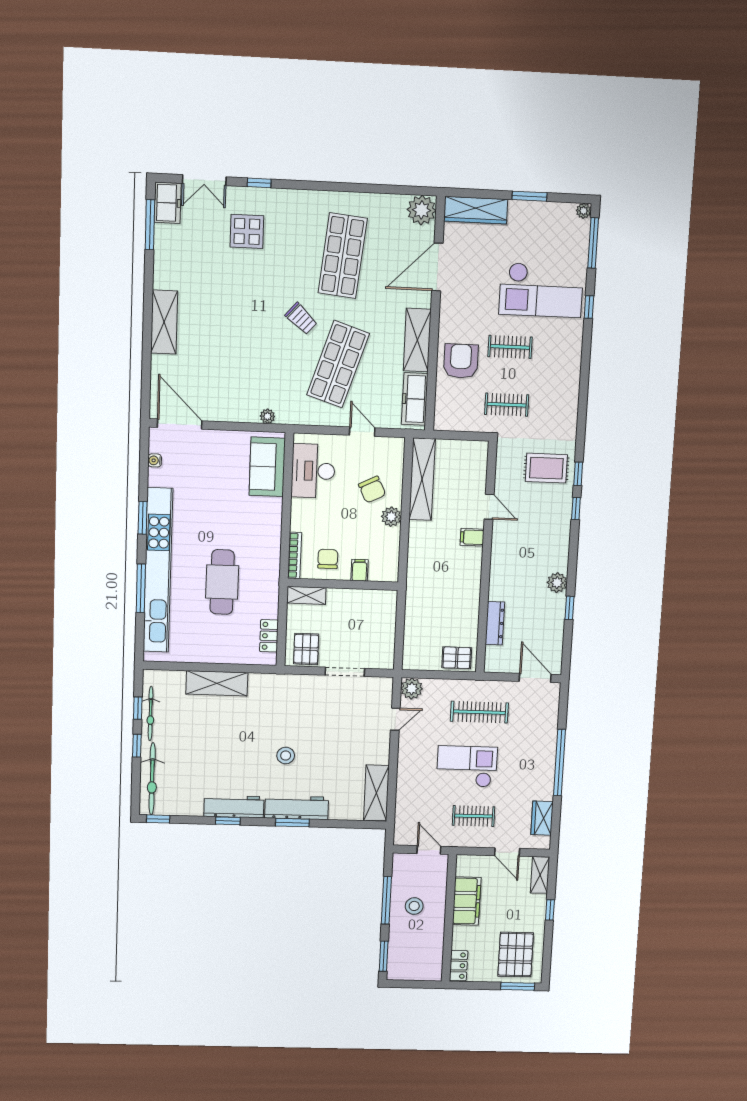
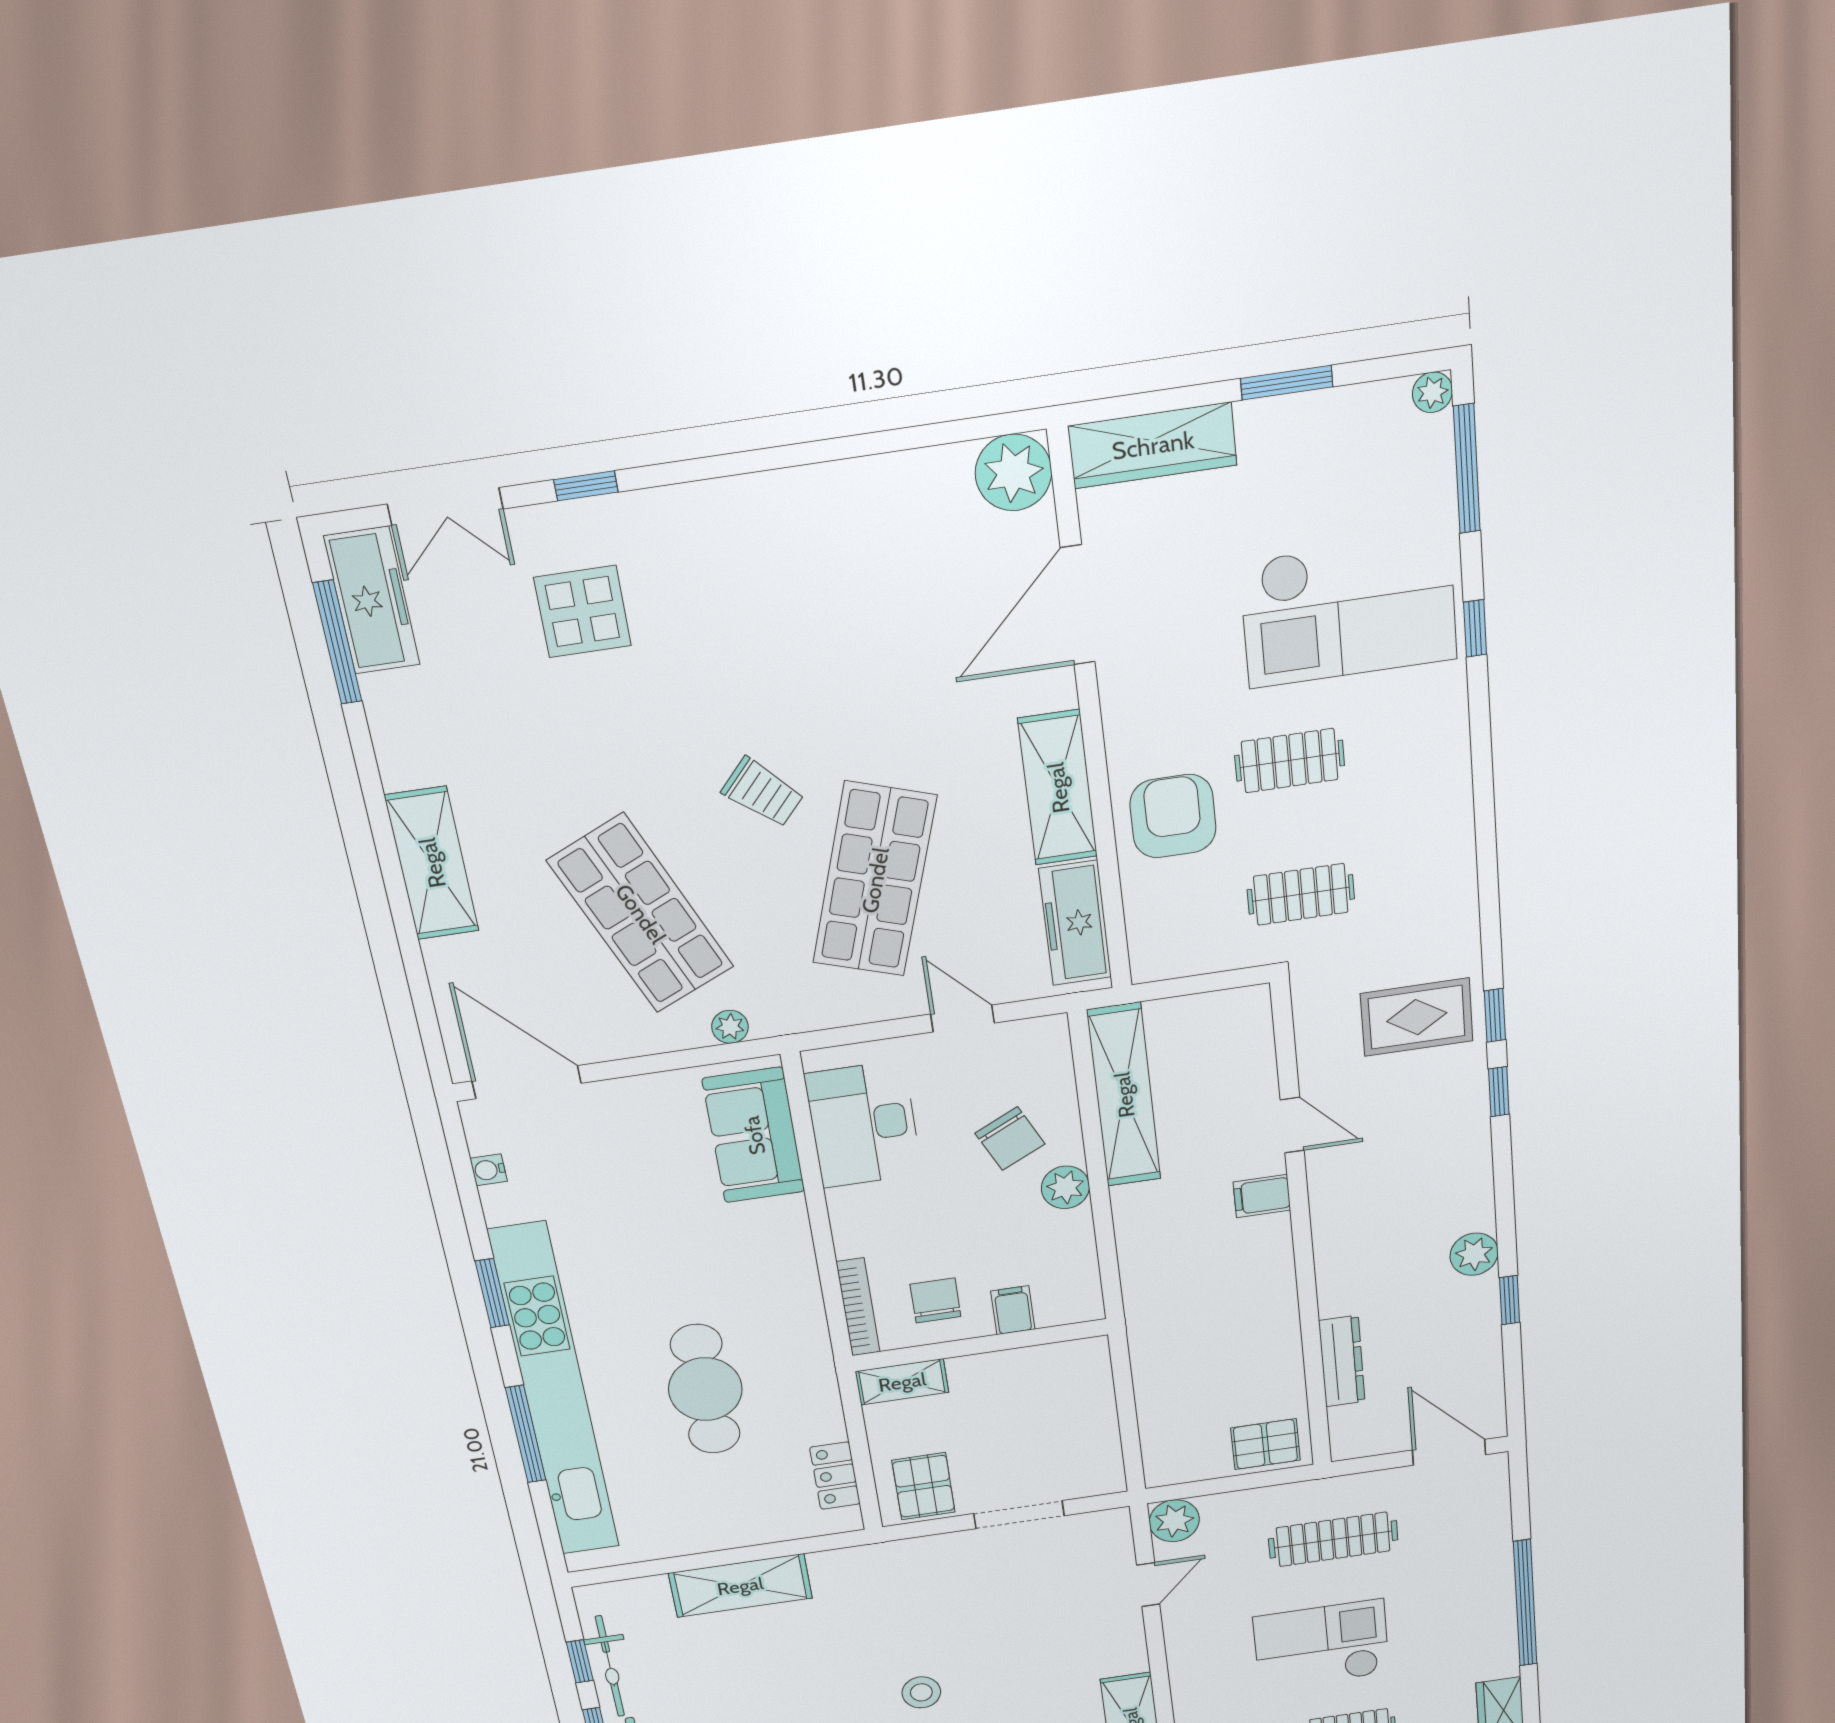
freezer: (168, 203) -> (372, 601), width x1.40
shop shelf: (343, 256) -> (641, 914), moved, turned -30

